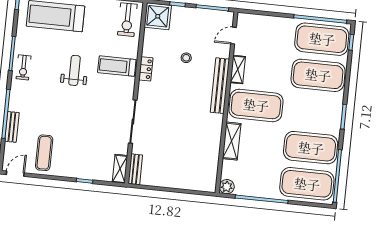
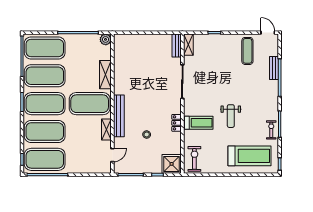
exercise bike: (23, 67) -> (271, 130), moved
exercise mat: (314, 111) -> (45, 104), added
door: (15, 174) -> (268, 33), swing flipped

